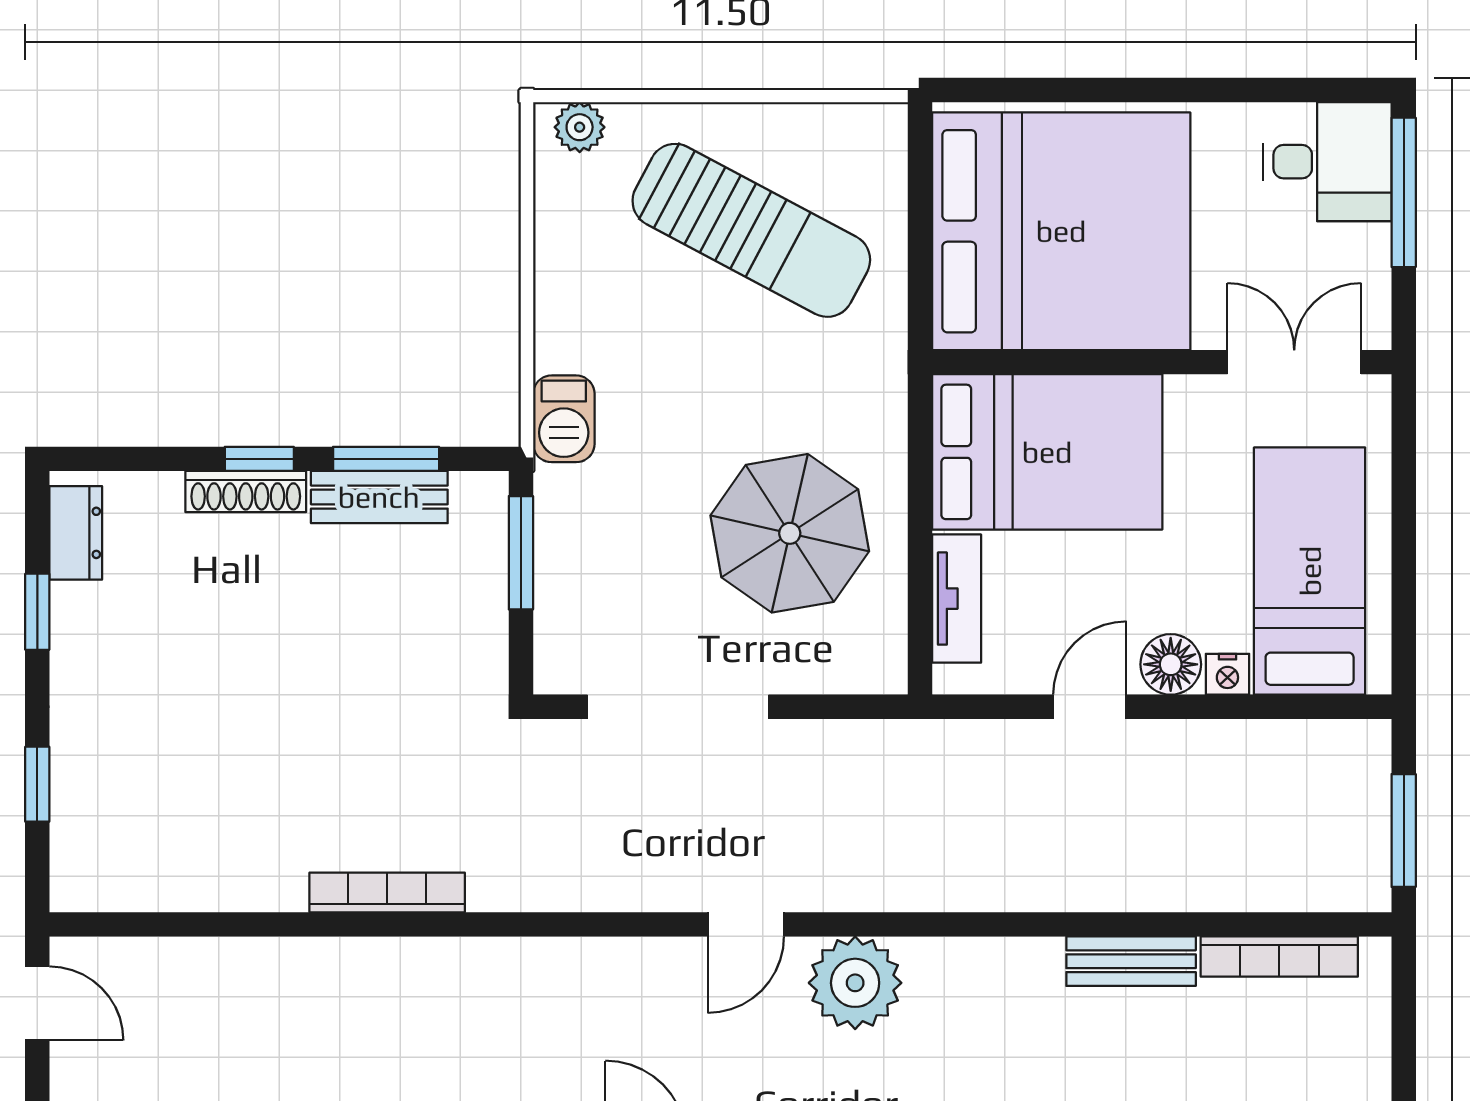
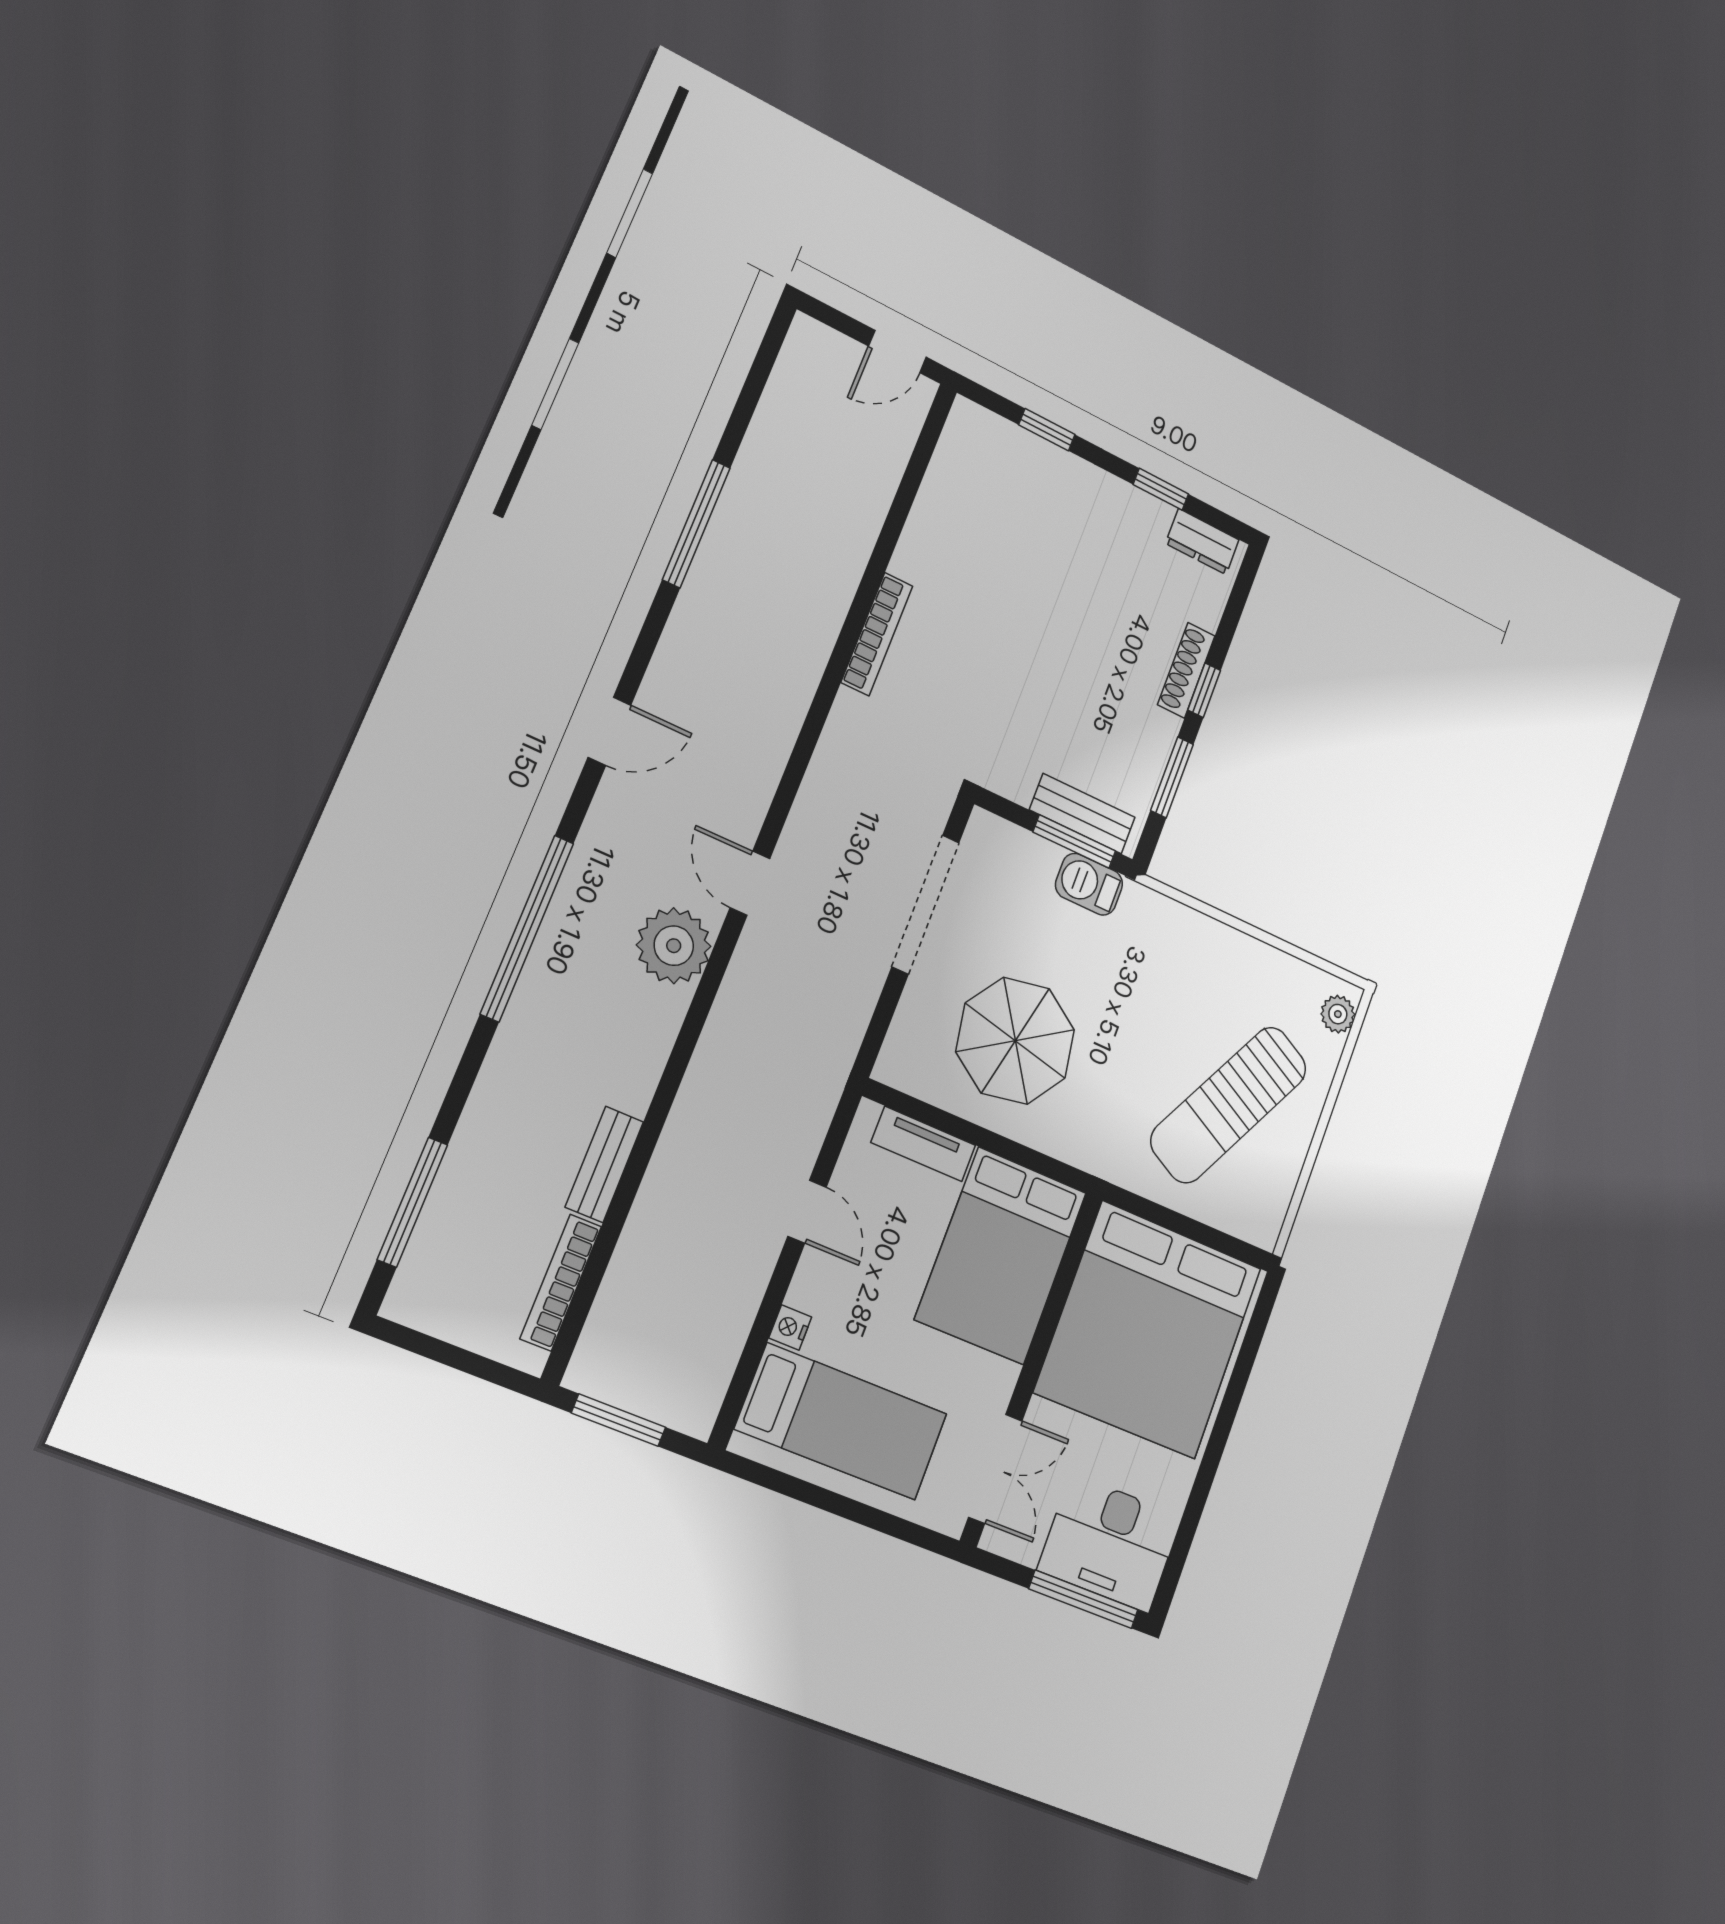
desk: (1327, 162) -> (1110, 1543), width x1.37
barbecue: (564, 419) -> (1089, 884), moved
bench: (379, 497) -> (1082, 814), moved, turned 90
floor lamp: (1171, 664) -> (814, 1286), removed

